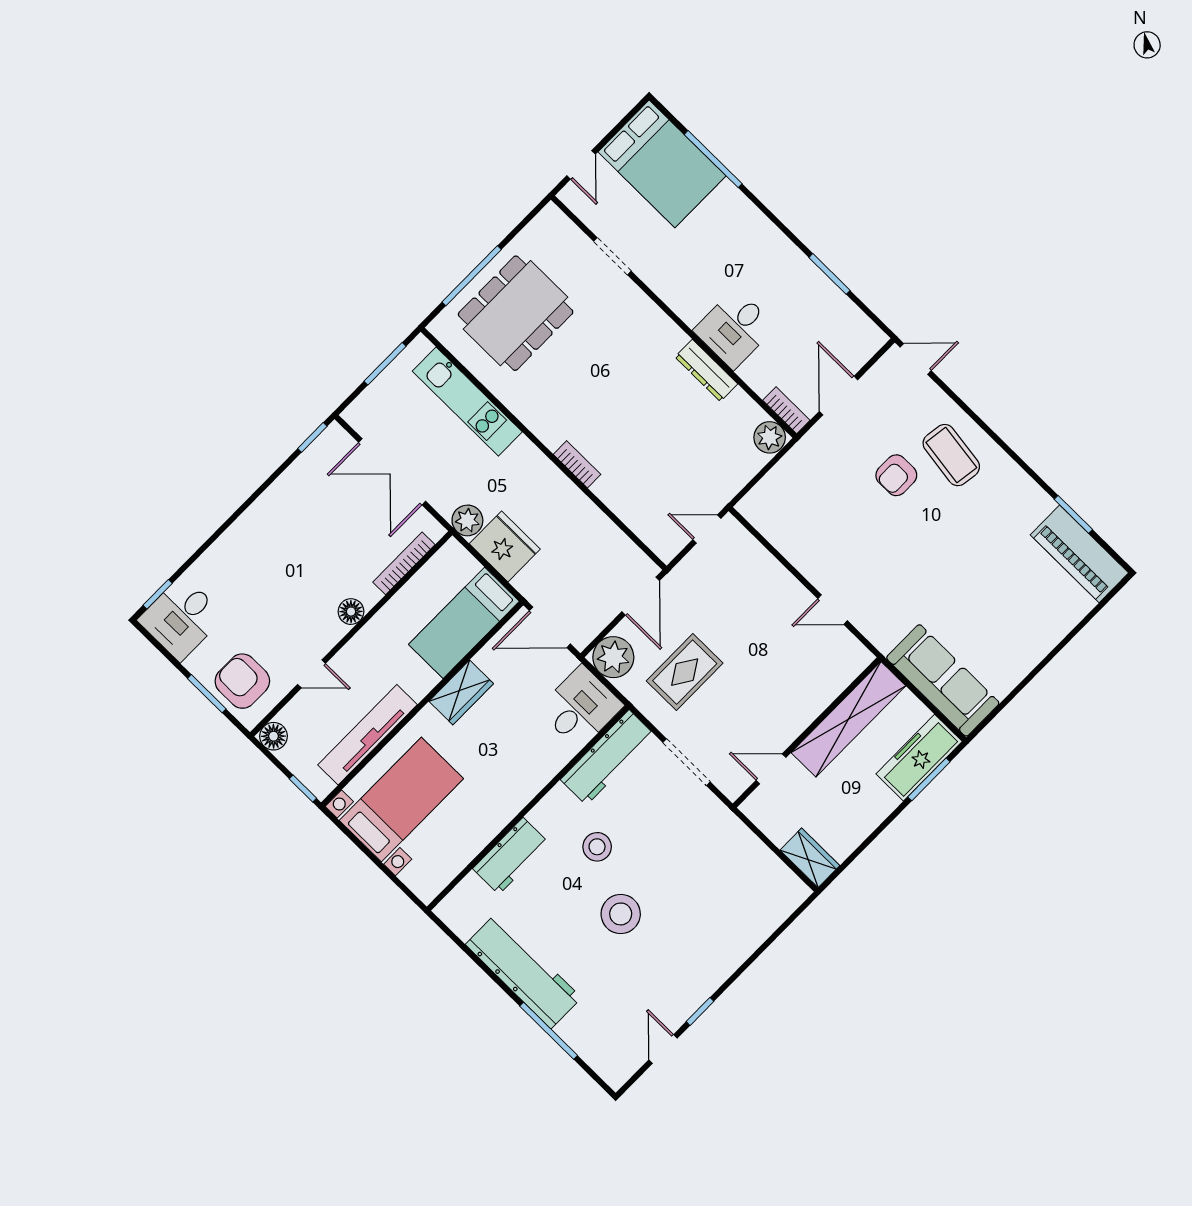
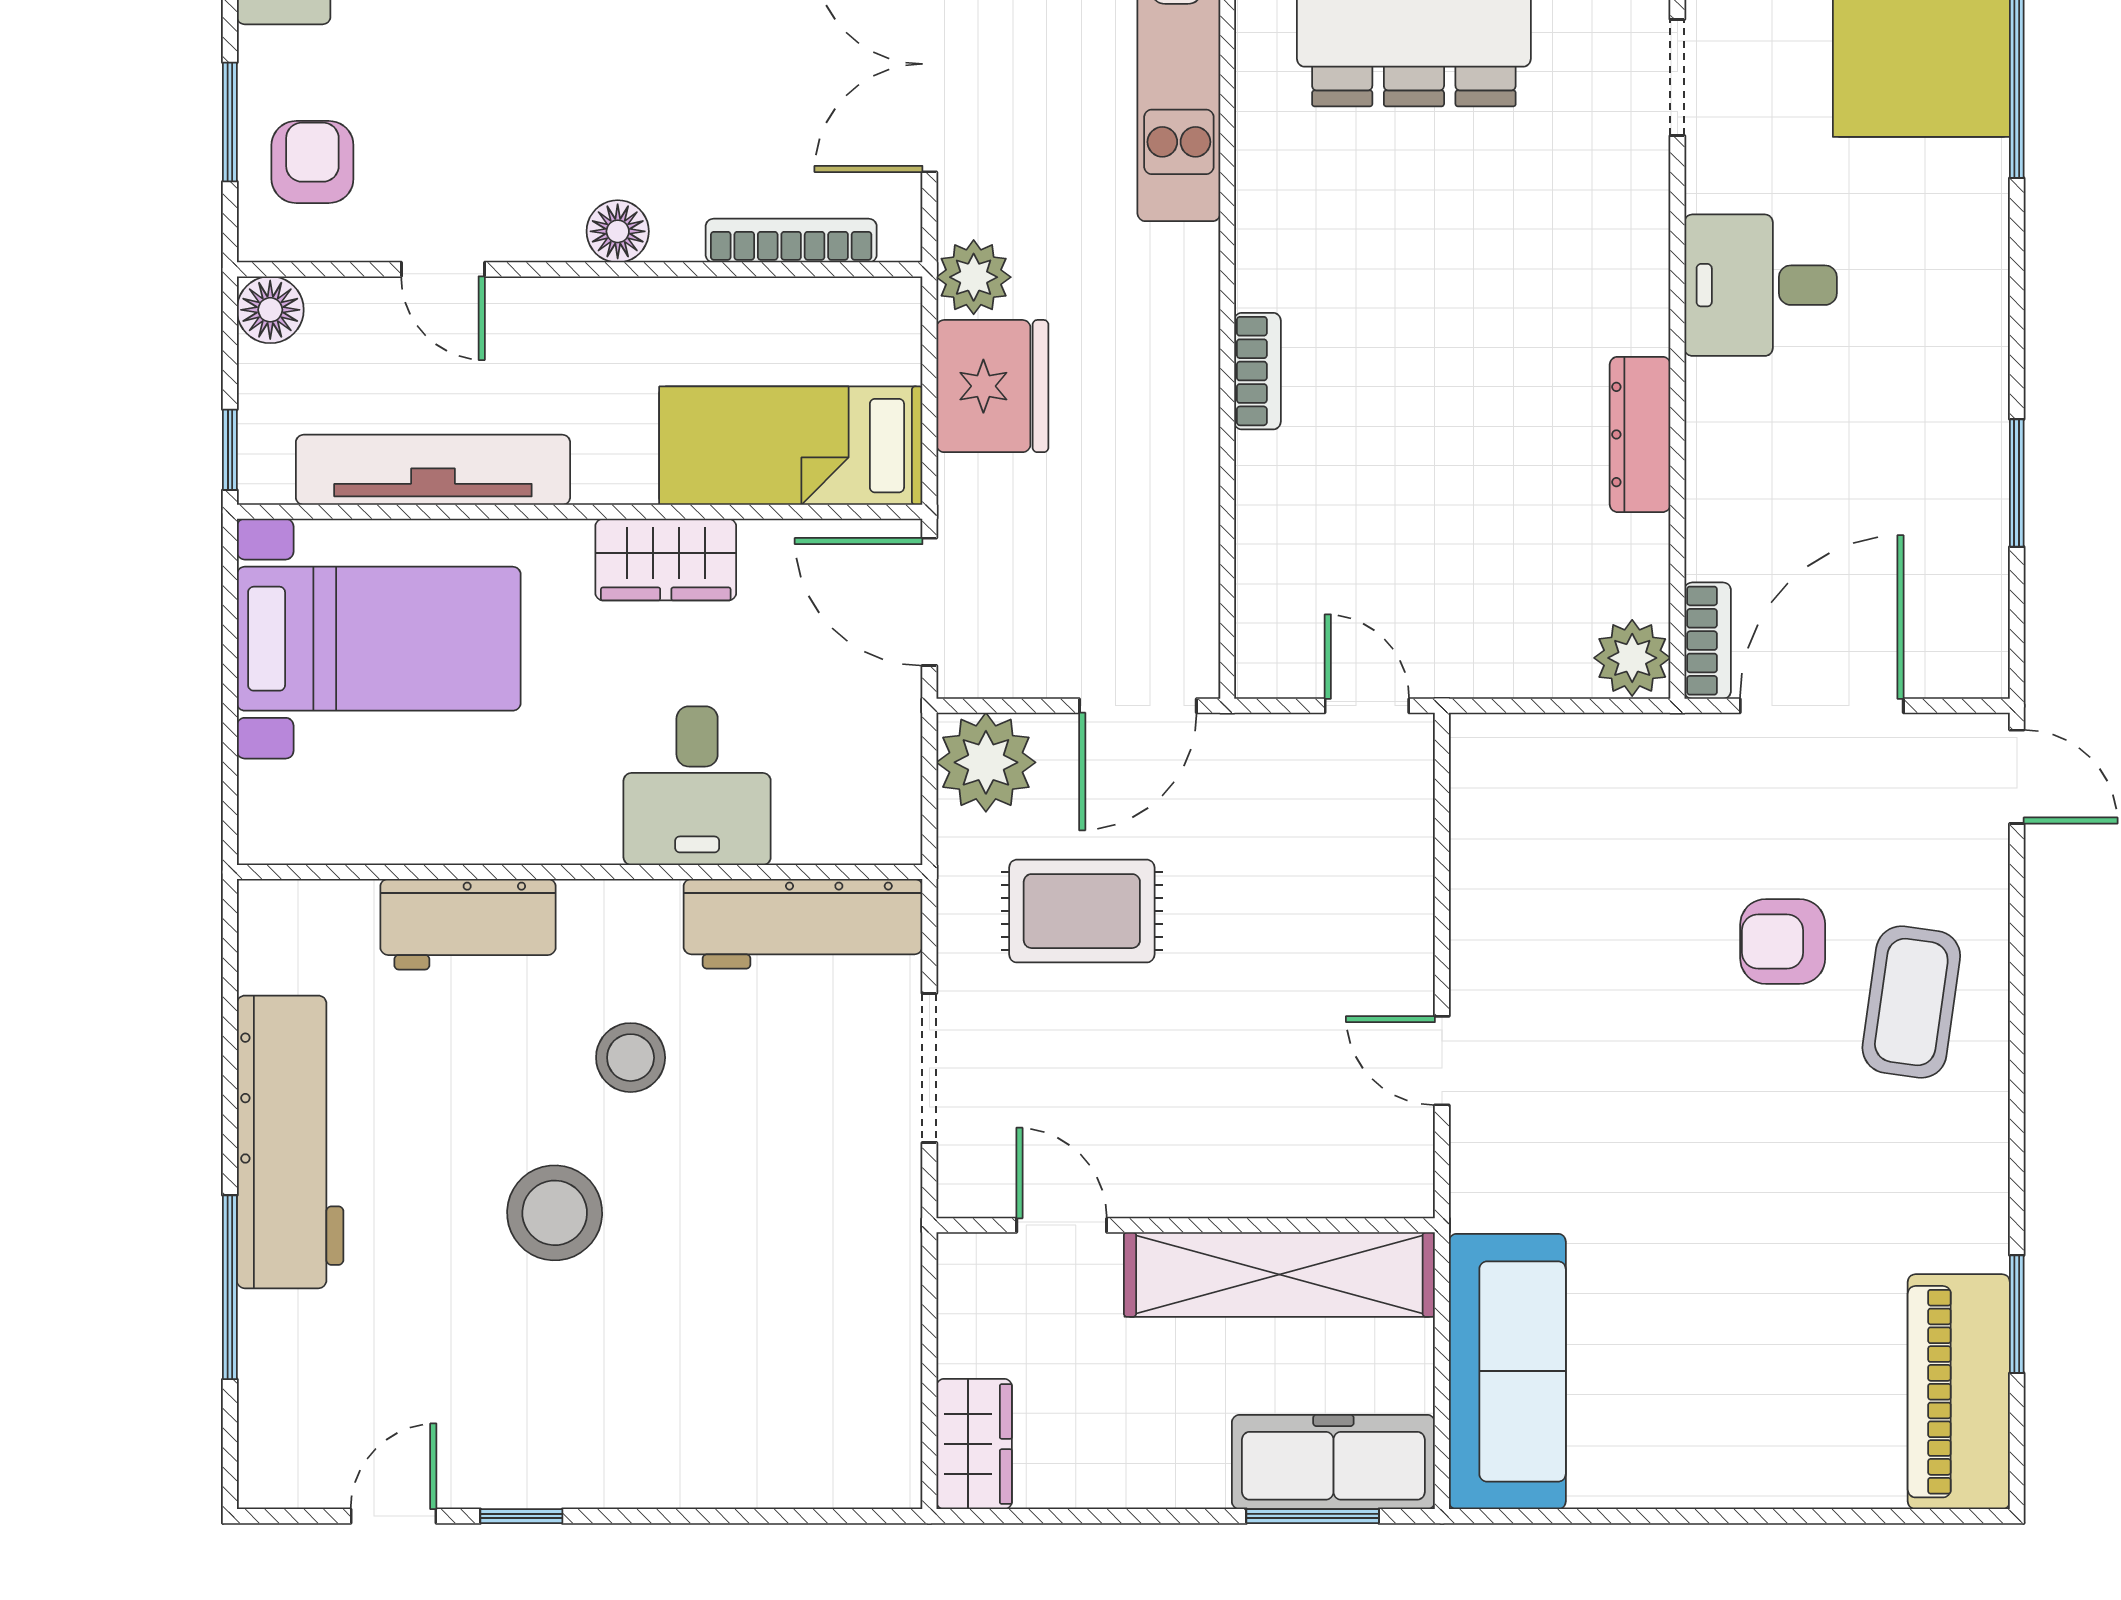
desk: (735, 329) -> (1761, 285), moved
door: (838, 396) -> (1822, 706), width x1.36
armchair: (242, 681) -> (312, 162), width x0.72, depth x0.72
desk: (580, 707) -> (697, 786), moved, turned 90

